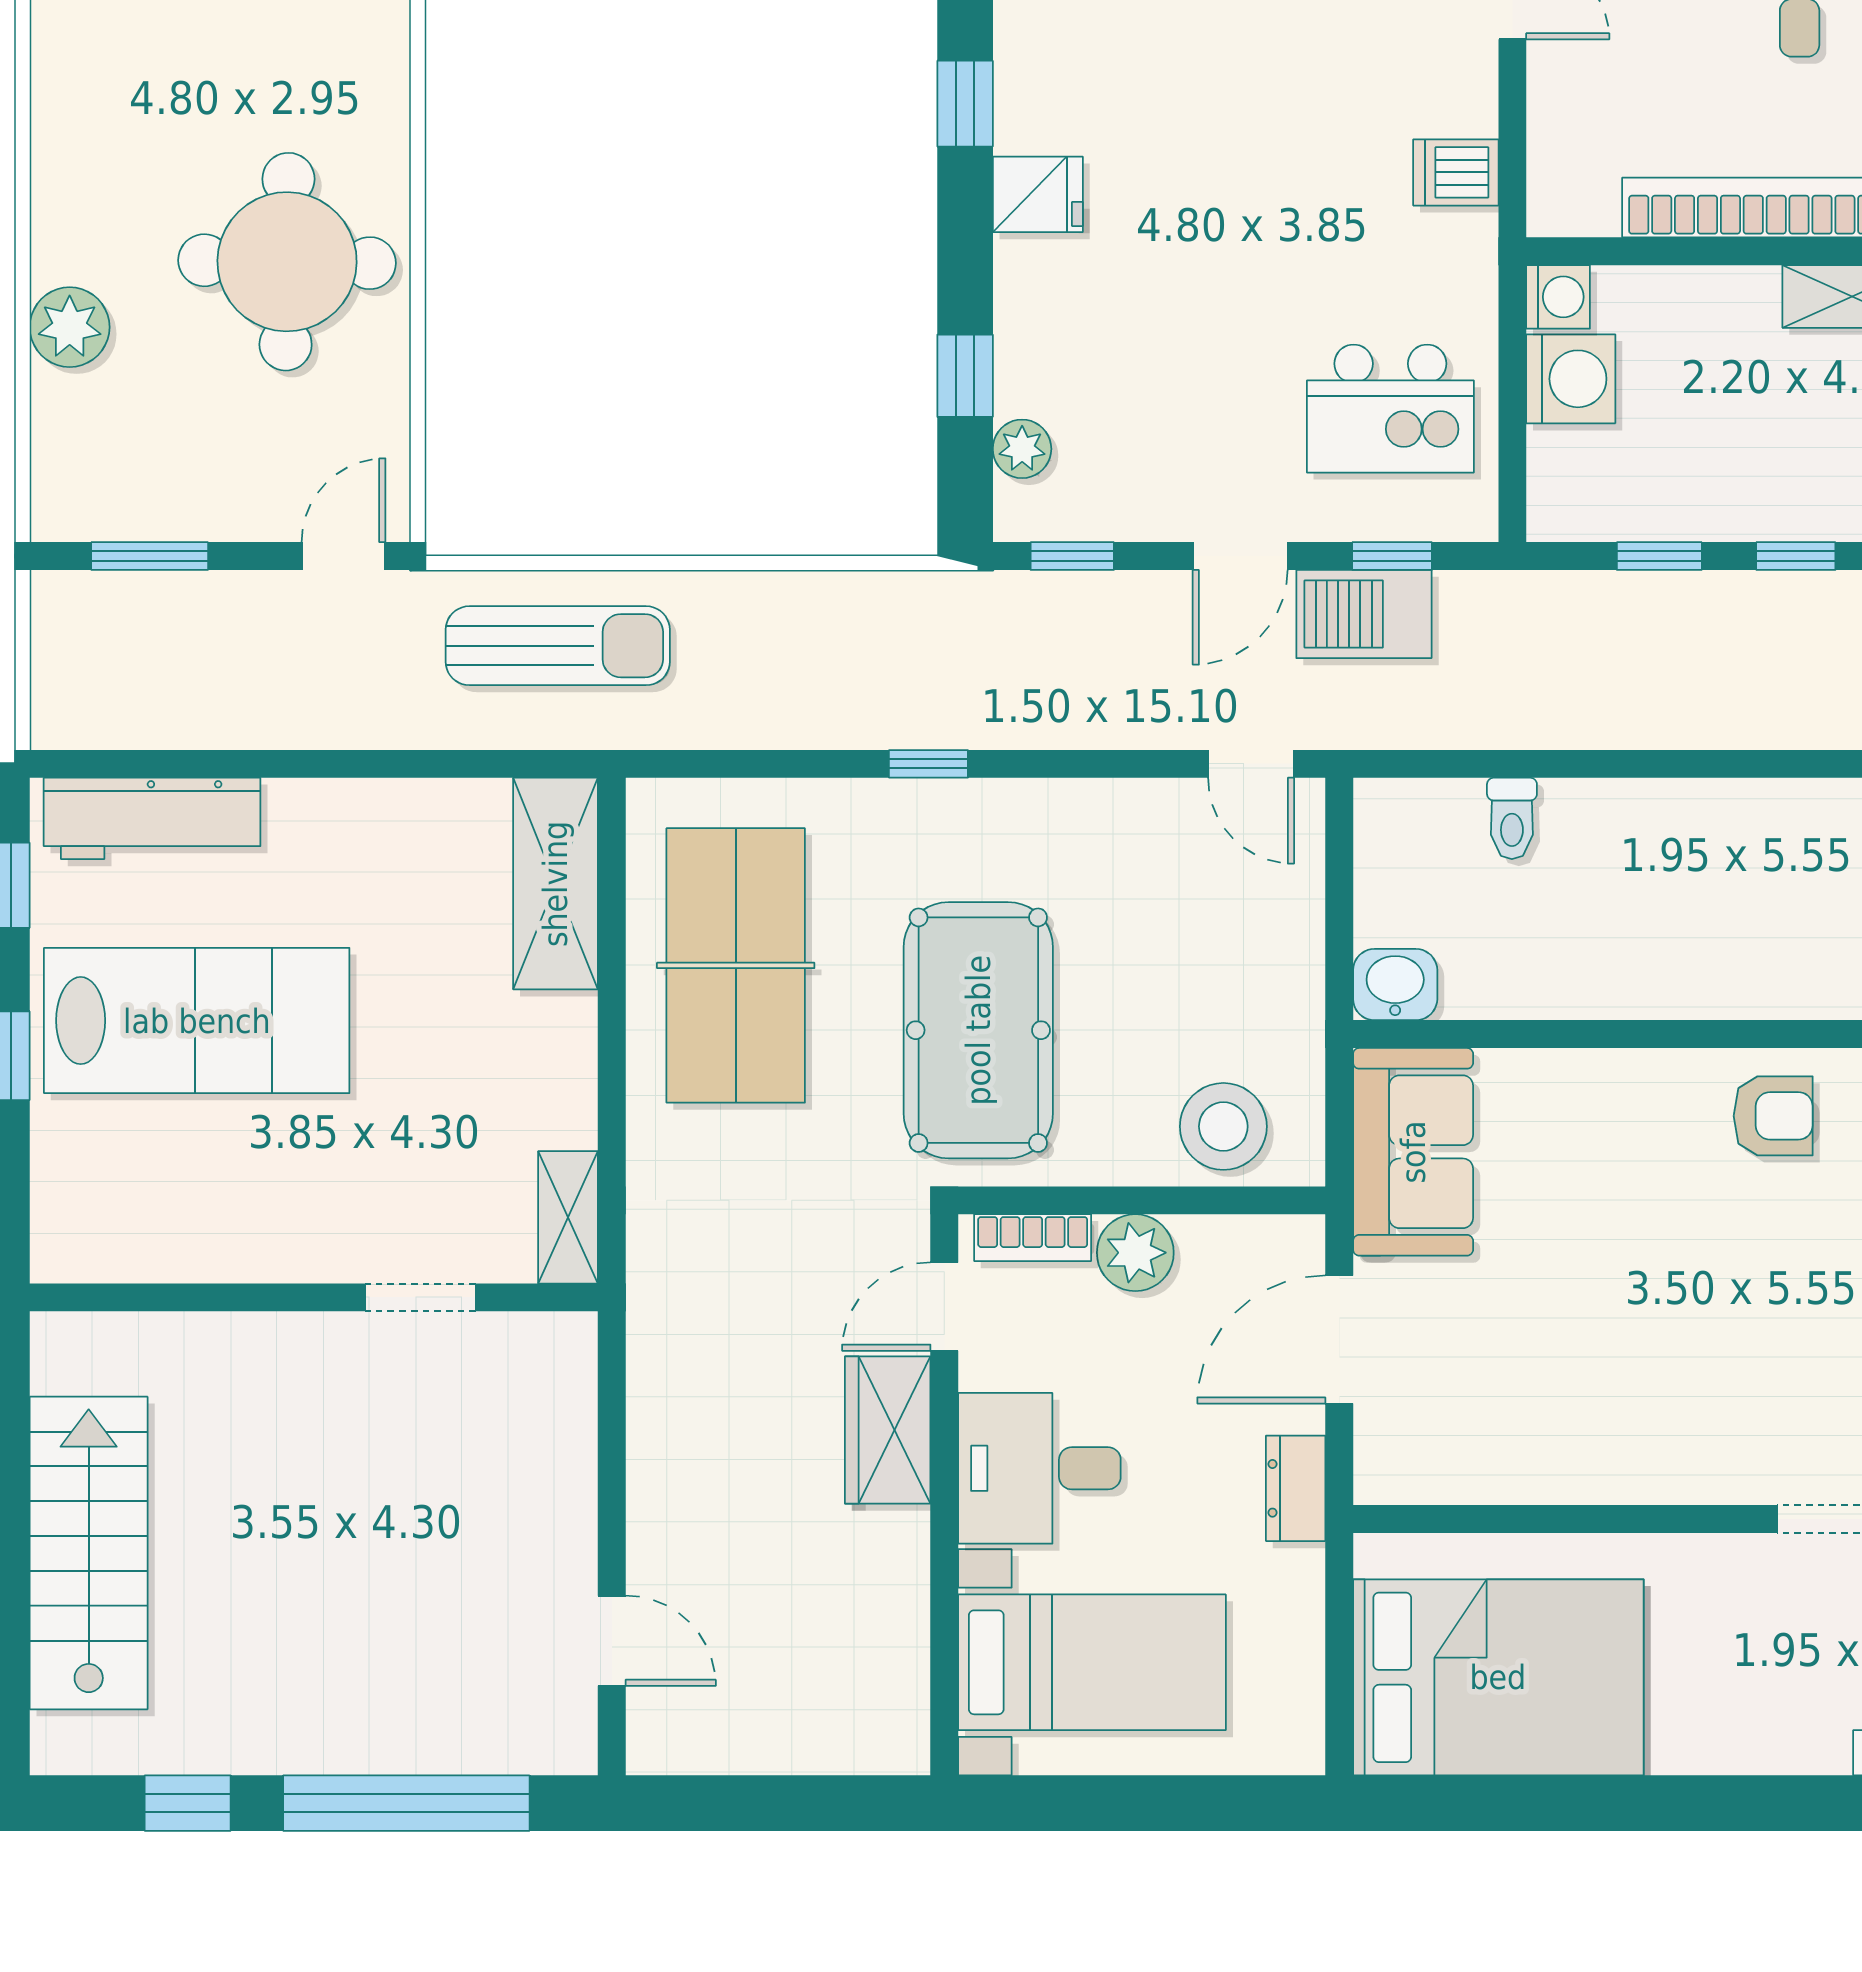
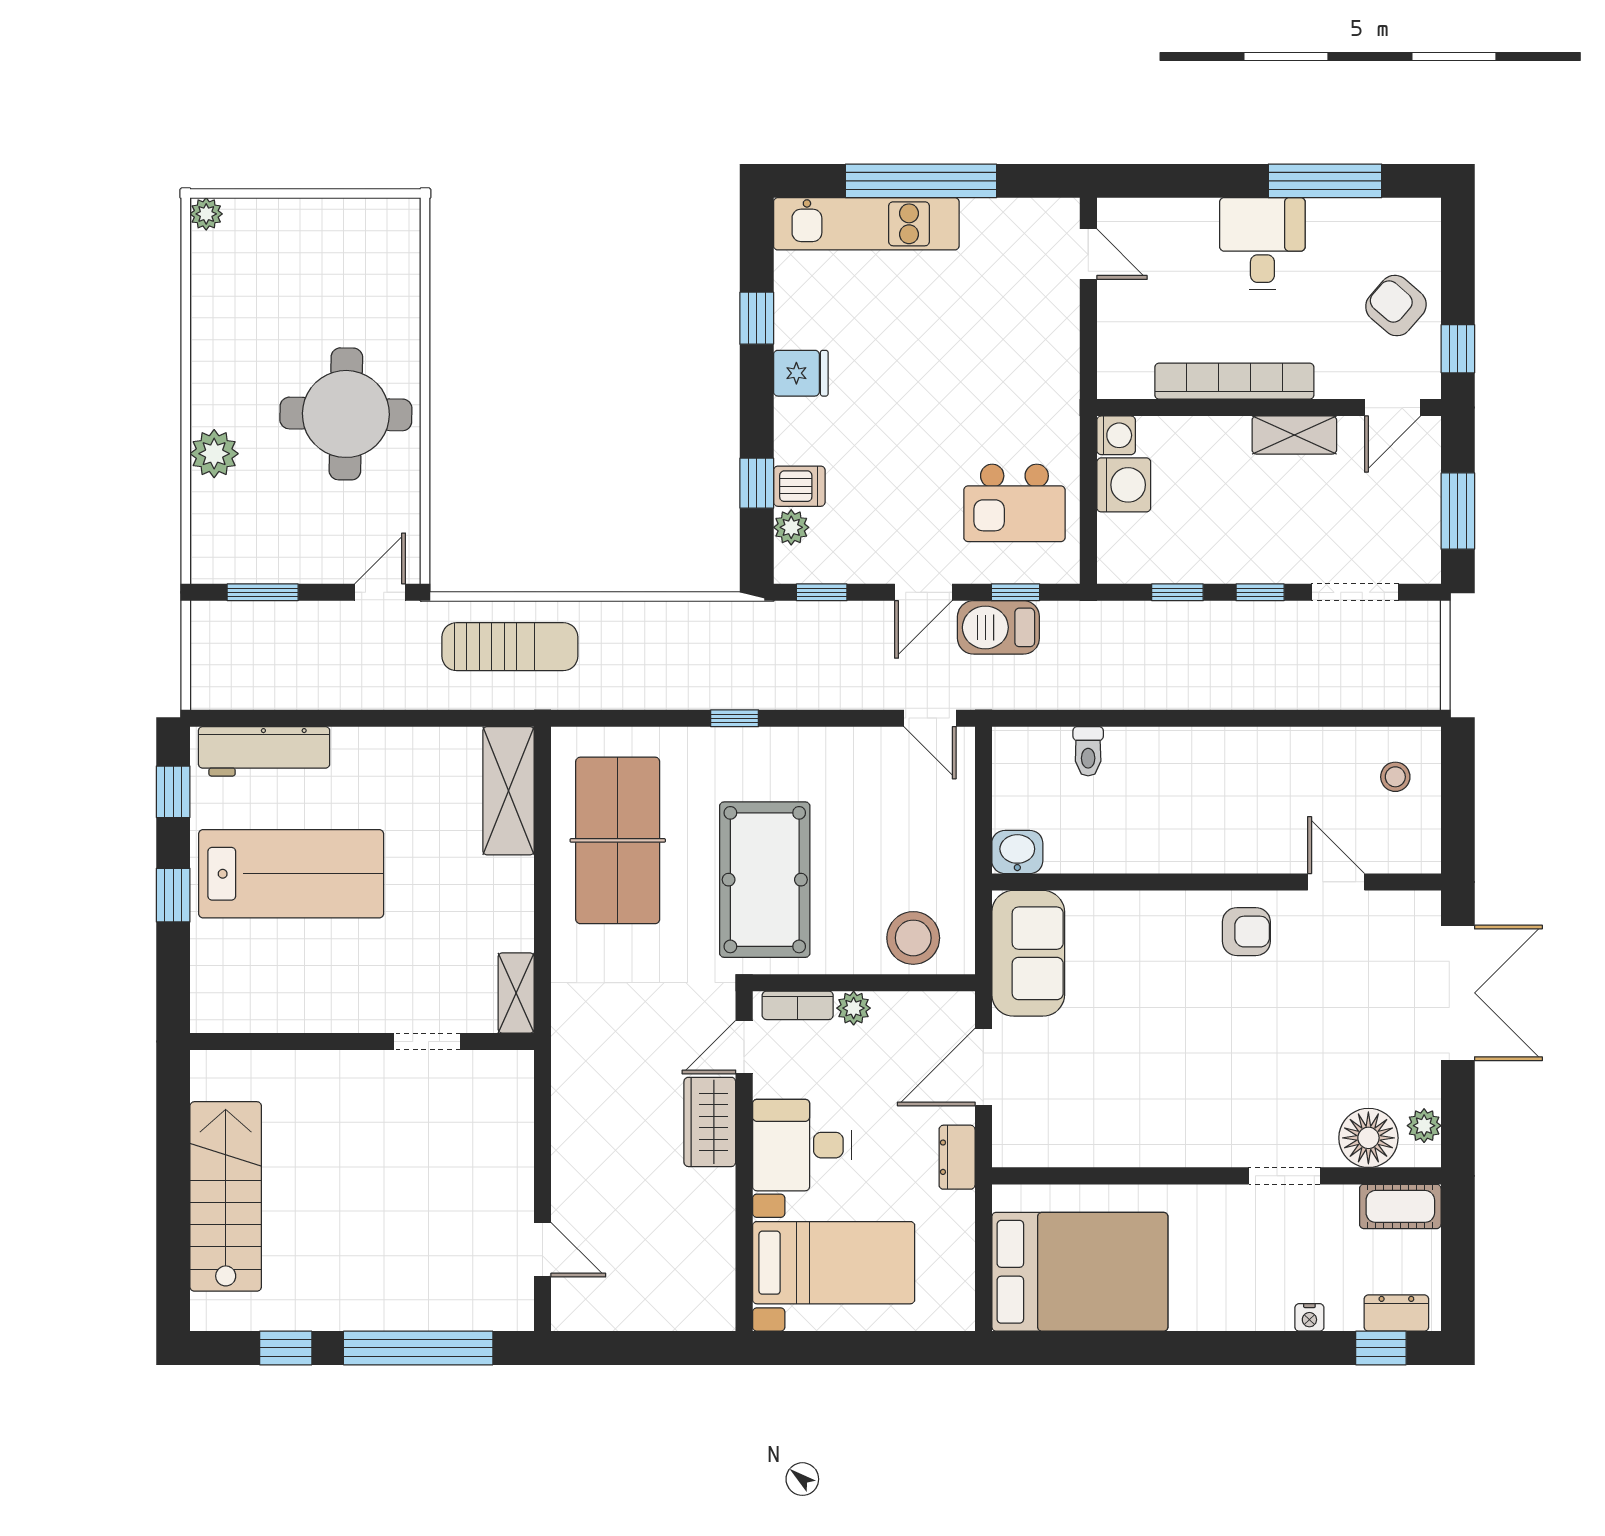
dishwasher: (1456, 172) -> (799, 486), moved, turned 180
plant: (1135, 1253) -> (854, 1008), width x0.73, depth x0.73

